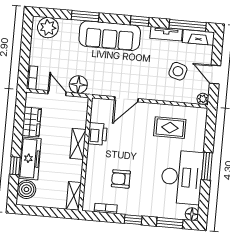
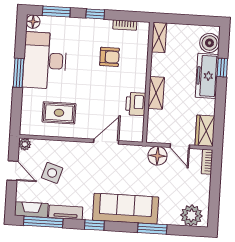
wardrobe: (32, 122) -> (205, 131), moved

